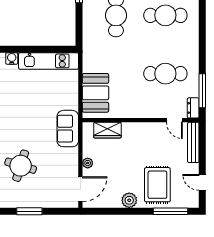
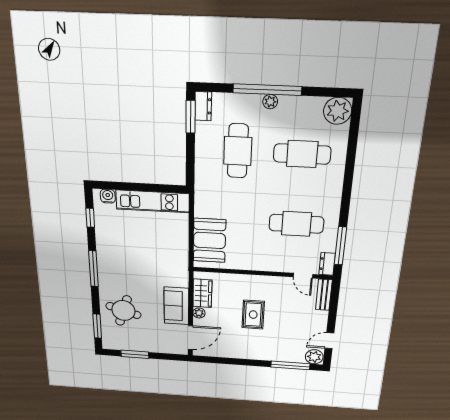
sofa: (68, 129) -> (176, 306), moved
wardrobe: (107, 130) -> (202, 293), moved, turned -90
bench: (193, 142) -> (324, 295), width x0.73
door: (202, 182) -> (329, 341), hinge flipped
rug: (157, 185) -> (253, 315), moved, width x0.73, depth x0.70
plant: (129, 200) -> (314, 357), moved

